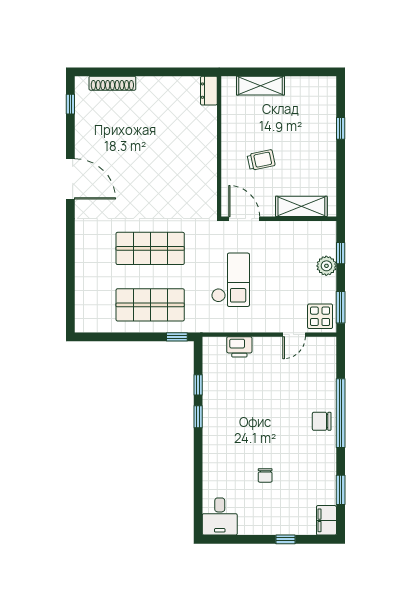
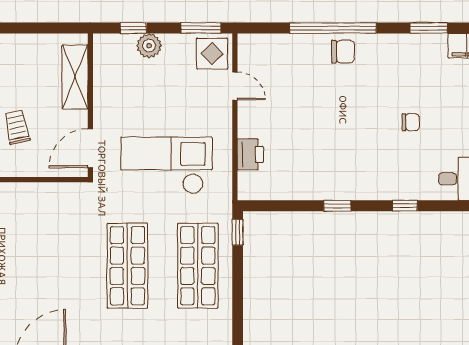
checkout: (231, 280) -> (166, 165), width x1.36, depth x1.21
window: (198, 385) -> (405, 206), moved
chair: (322, 421) -> (343, 52), turned -90

